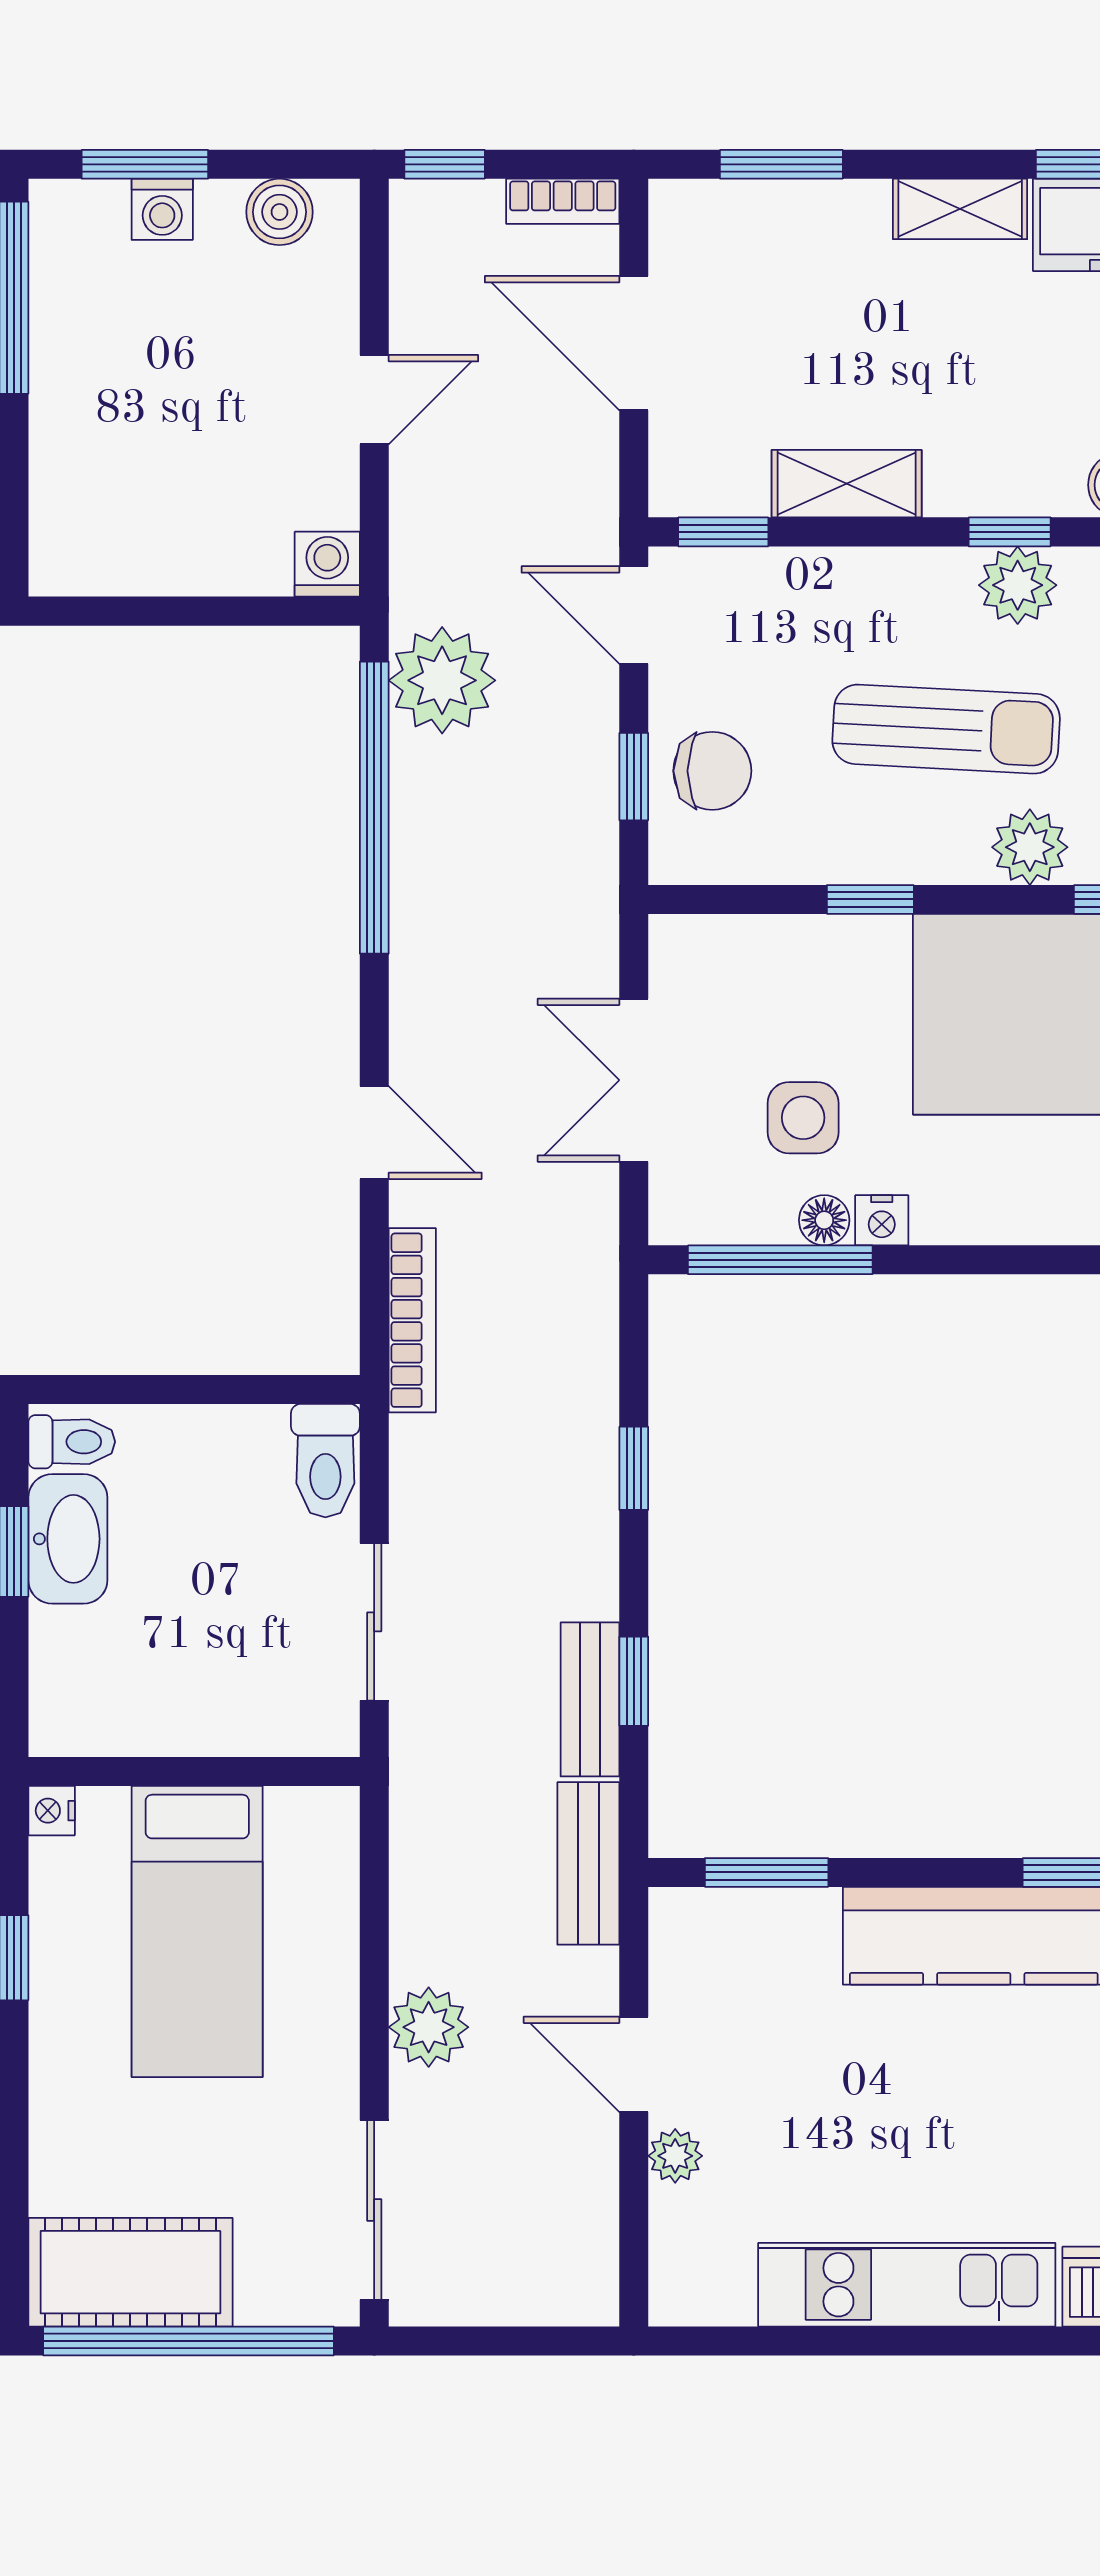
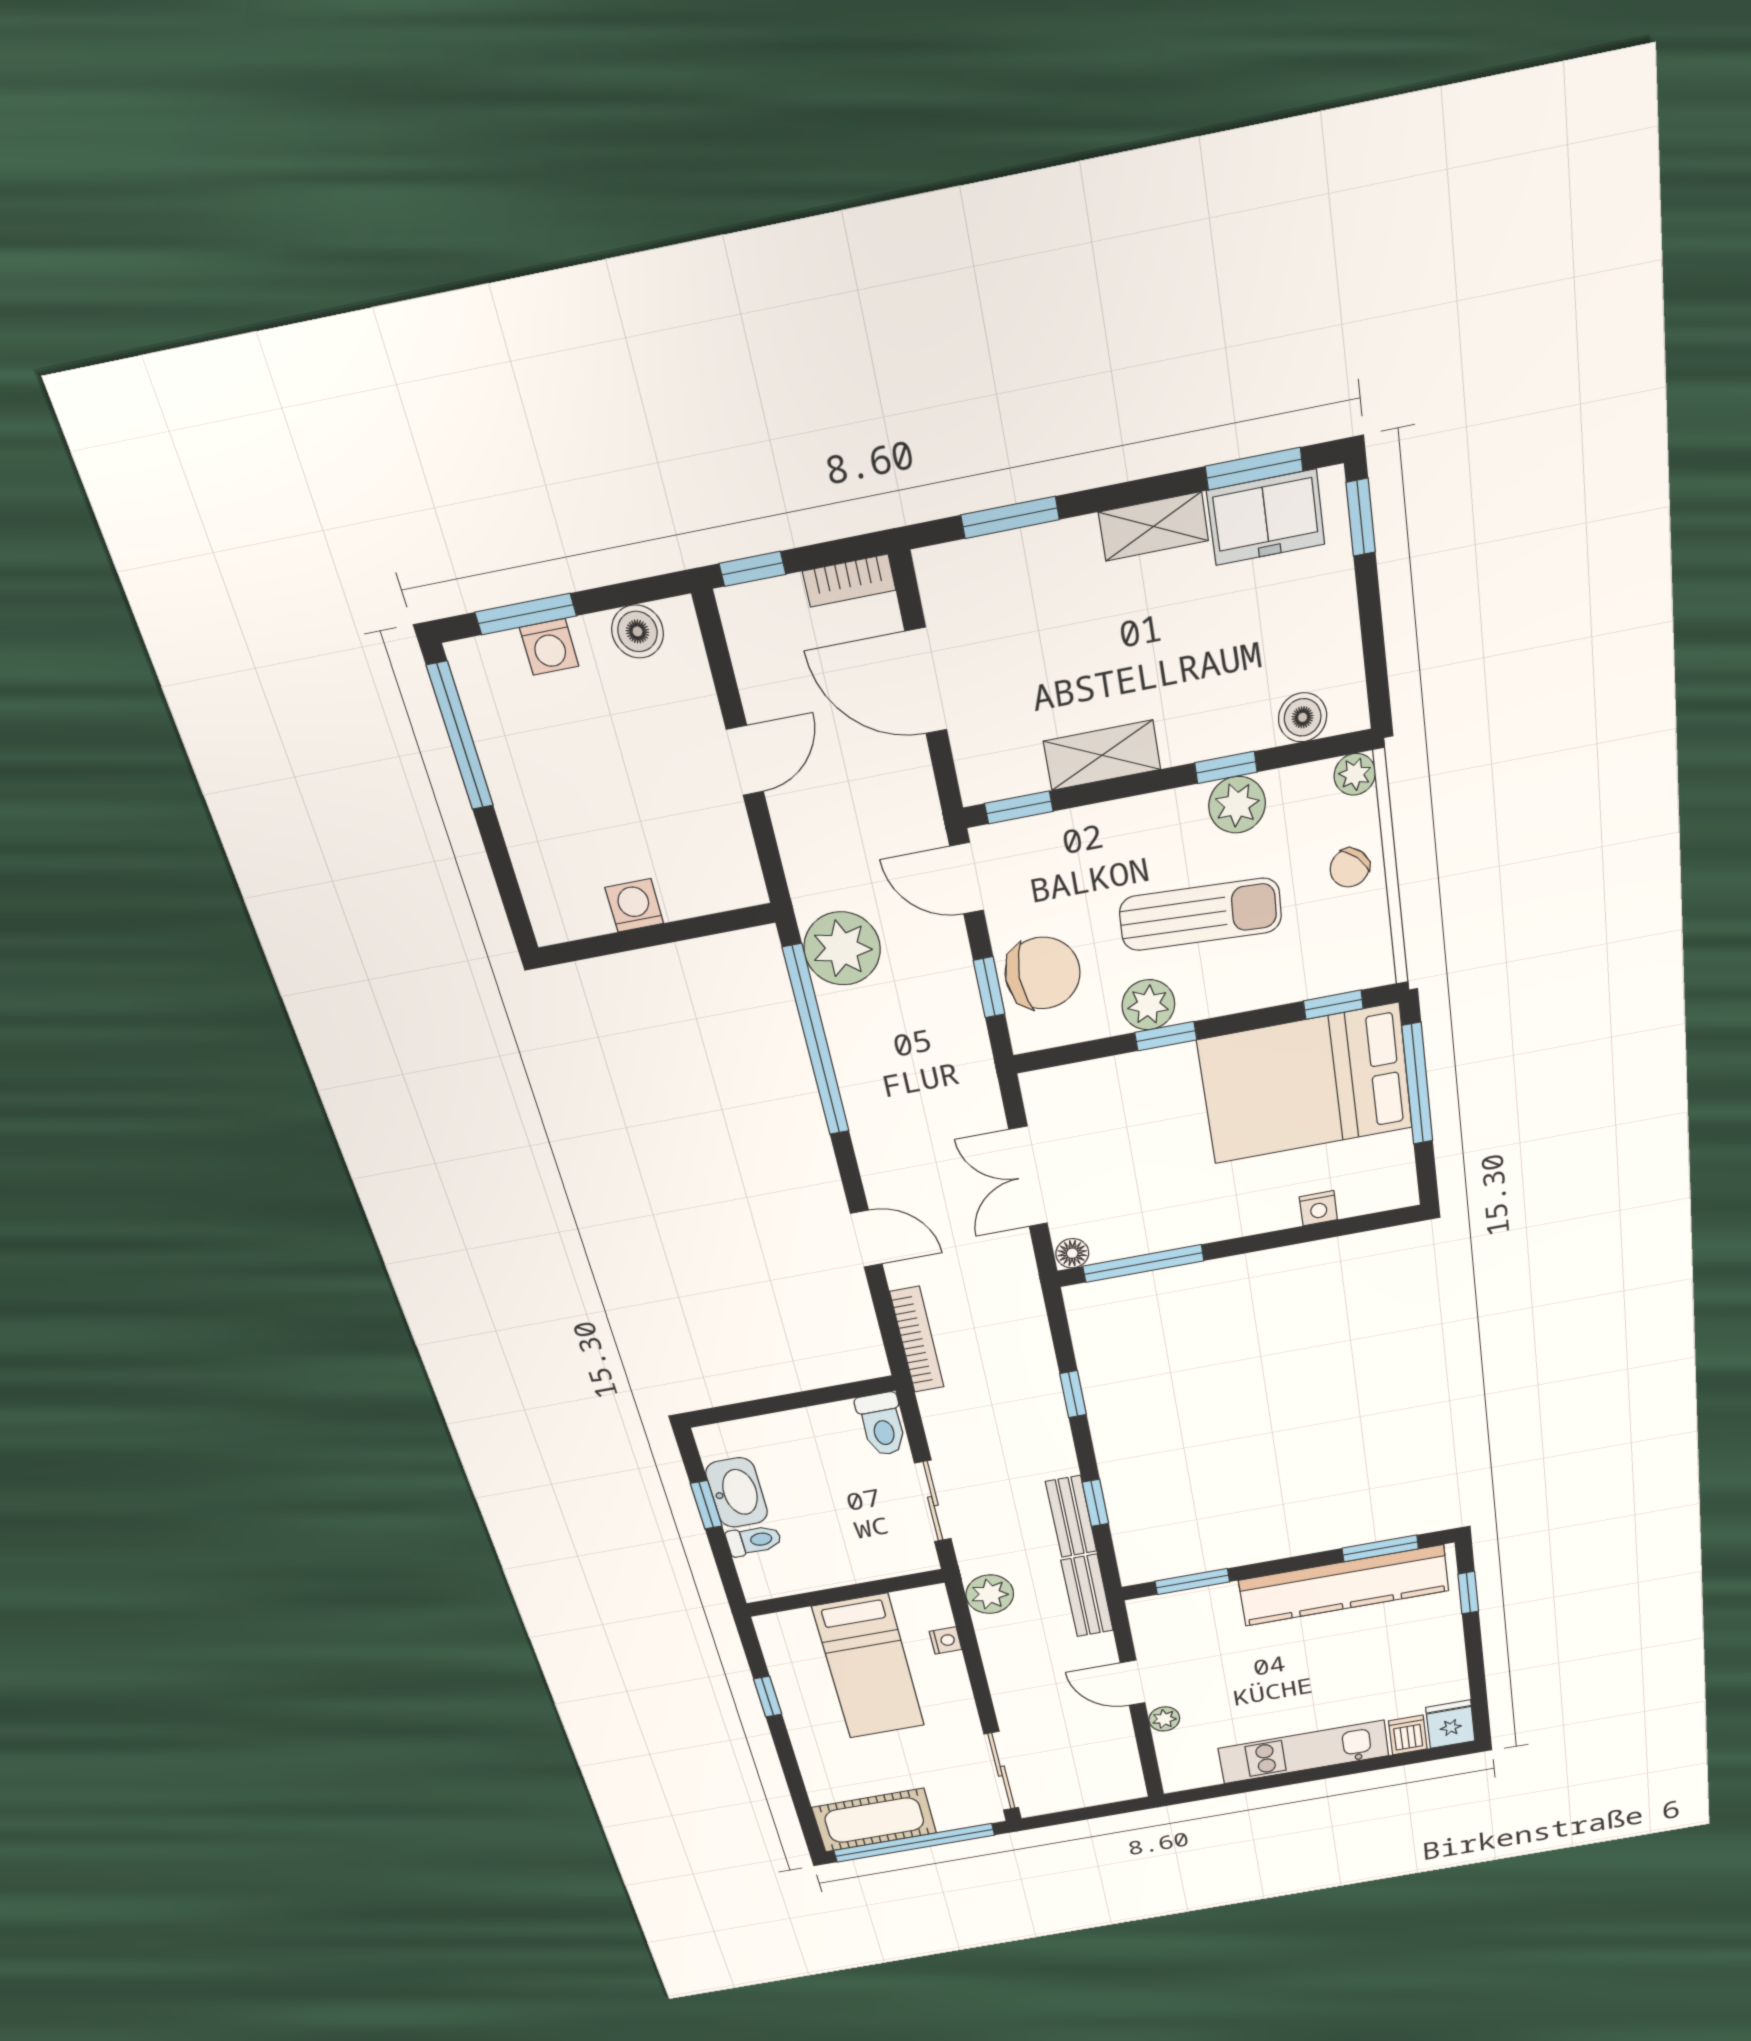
washing machine: (327, 564) -> (634, 905), moved
chair: (712, 771) -> (1043, 973), width x1.37, depth x1.37
plant: (1030, 847) -> (1148, 1005), moved
side table: (803, 1118) -> (1144, 1179), removed
floor lamp: (824, 1220) -> (1072, 1253), moved
nightstand: (882, 1220) -> (1318, 1208), moved
toilet: (72, 1442) -> (754, 1540), moved
nightstand: (52, 1811) -> (946, 1640), moved, turned 180
plant: (429, 2027) -> (990, 1594), moved

